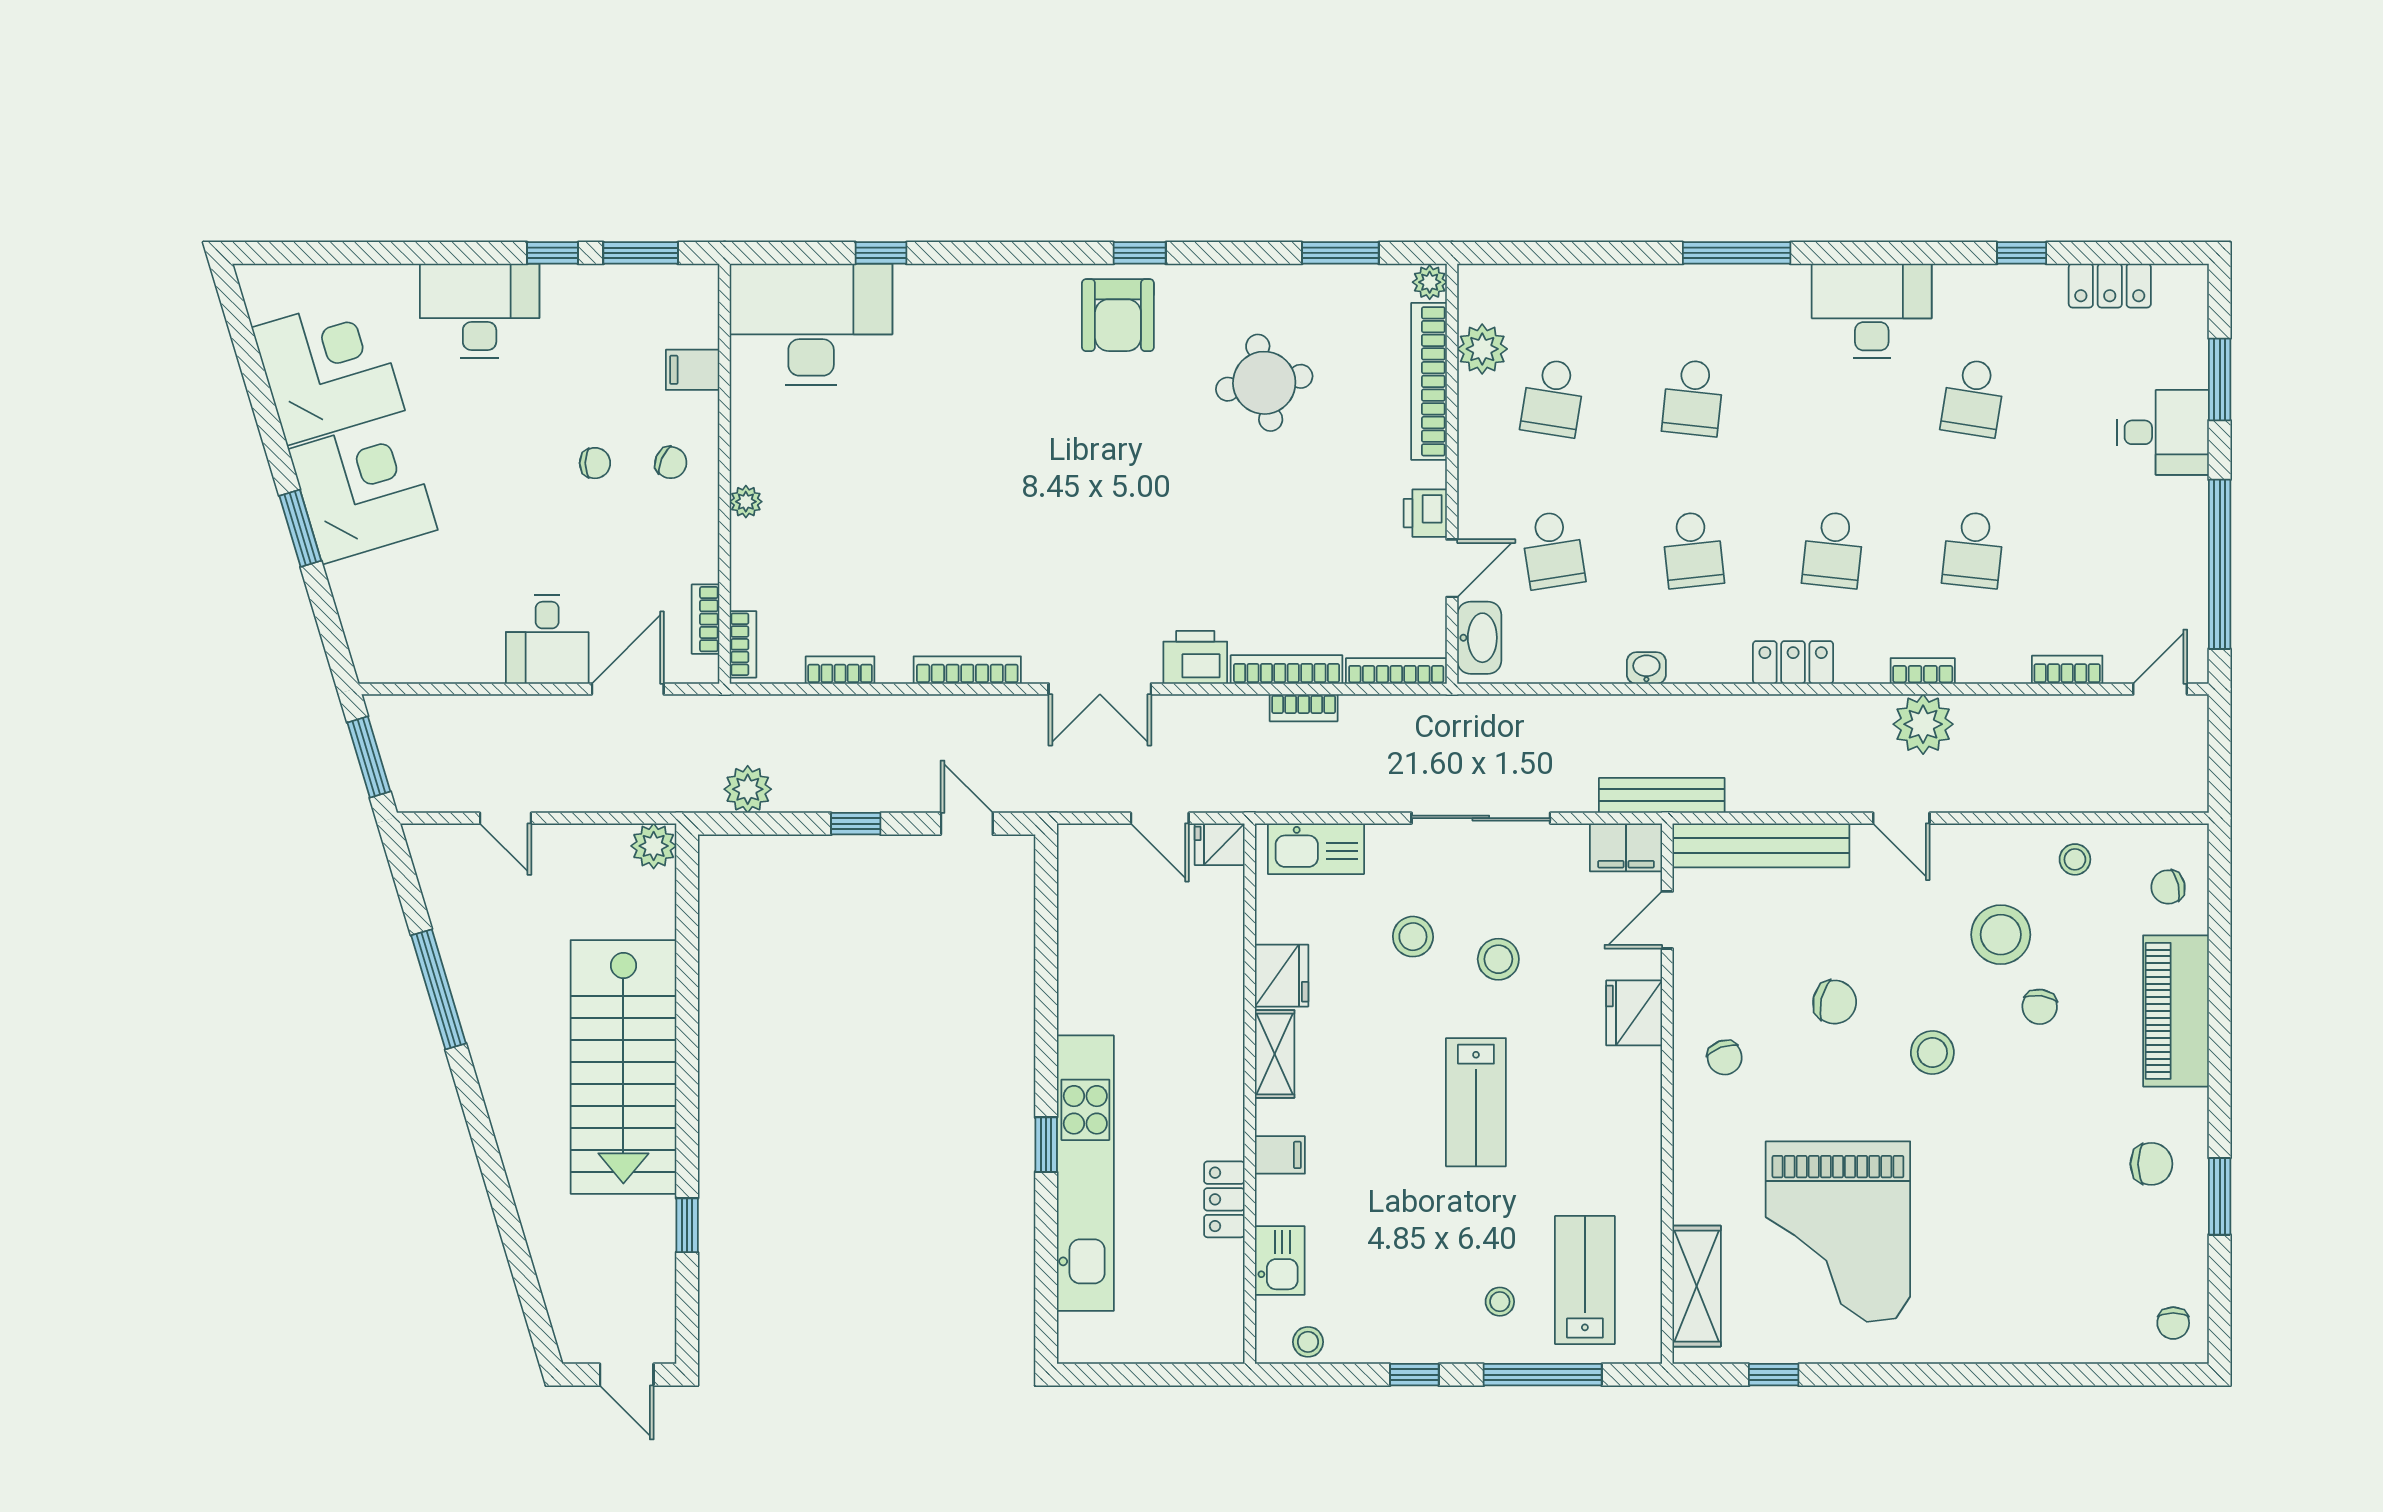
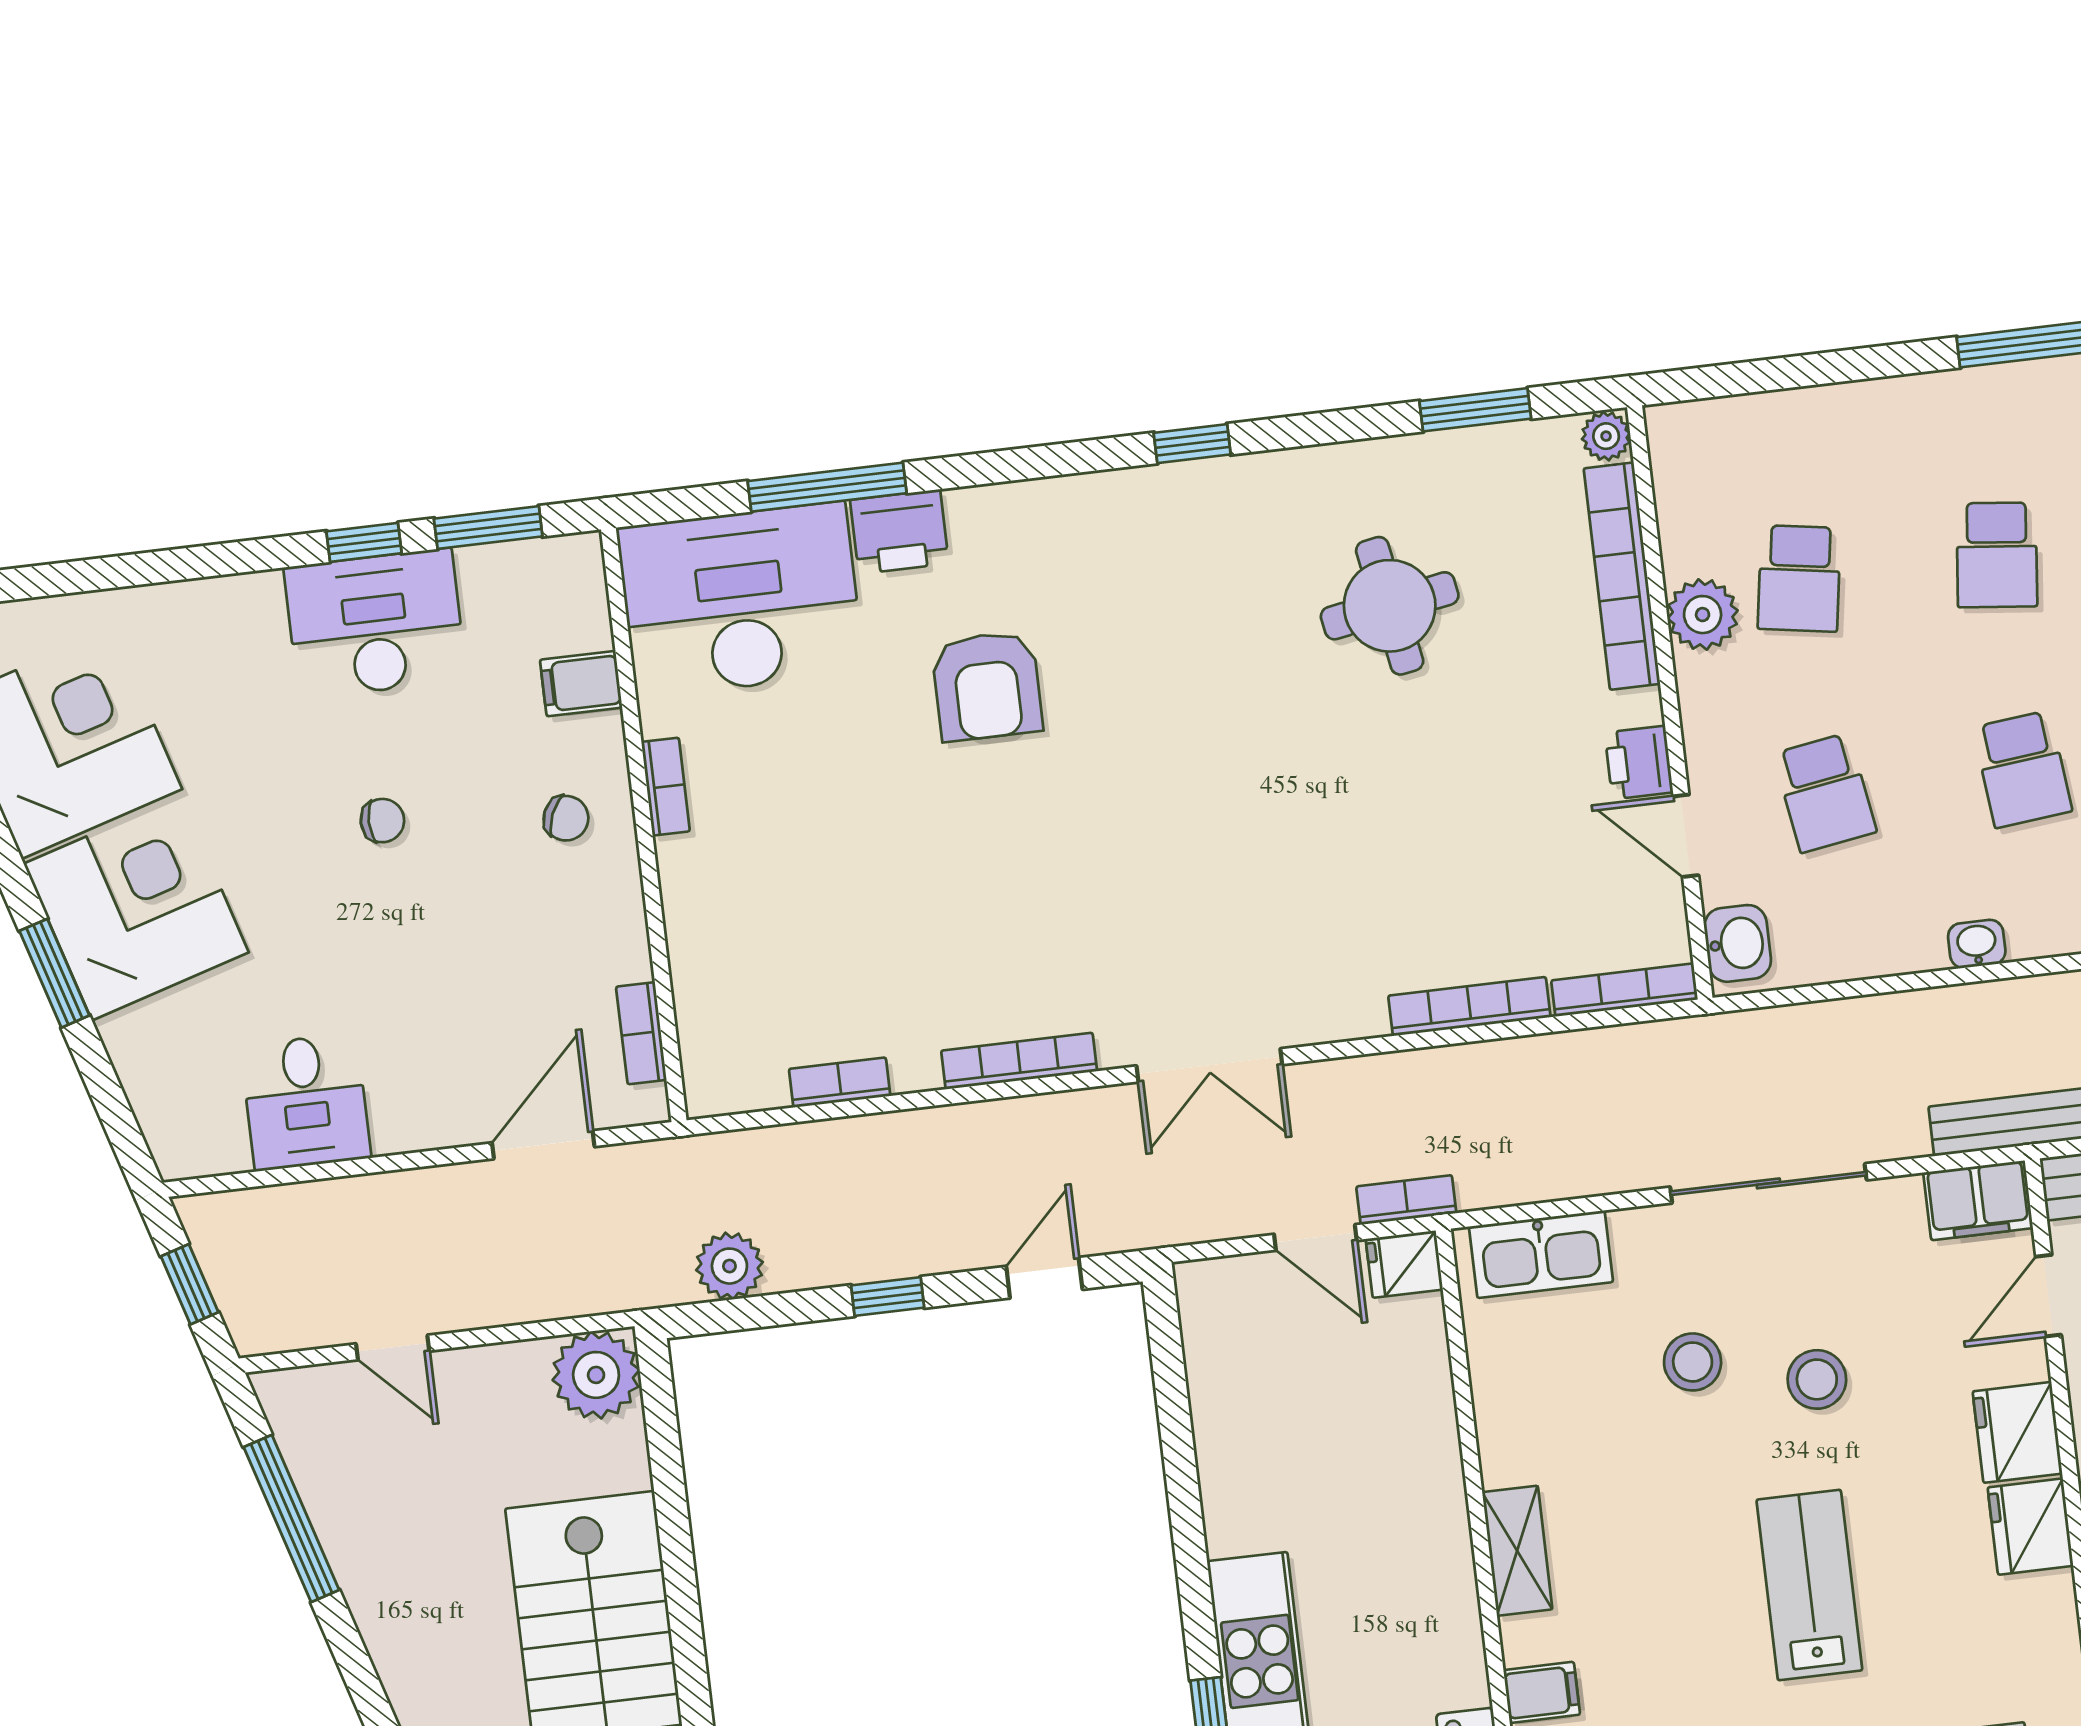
window: (881, 253) -> (827, 487), width x2.17
desk: (480, 311) -> (375, 624), moved
armchair: (1118, 315) -> (987, 686), moved
plant: (1482, 349) -> (1703, 615), moved
chair: (595, 463) -> (382, 821), moved
plant: (746, 502) -> (678, 861), removed
door: (1452, 568) -> (1686, 836), swing flipped
washbasin: (1479, 638) -> (1738, 943), width x0.72
desk: (547, 639) -> (306, 1102), moved
bookcase: (743, 644) -> (666, 787), moved
printer: (1195, 657) -> (899, 532), moved, turned 180
bookcase: (1304, 708) -> (1406, 1200), moved, turned 180
window: (369, 757) -> (190, 1284), width x0.67
door: (967, 824) -> (1044, 1278), hinge flipped
plant: (654, 846) -> (596, 1375), width x1.36, depth x1.36
fridge: (1282, 976) -> (2030, 1527), moved, turned 180
window: (439, 989) -> (291, 1518), moved
lab bench: (1476, 1102) -> (1809, 1585), turned 180

